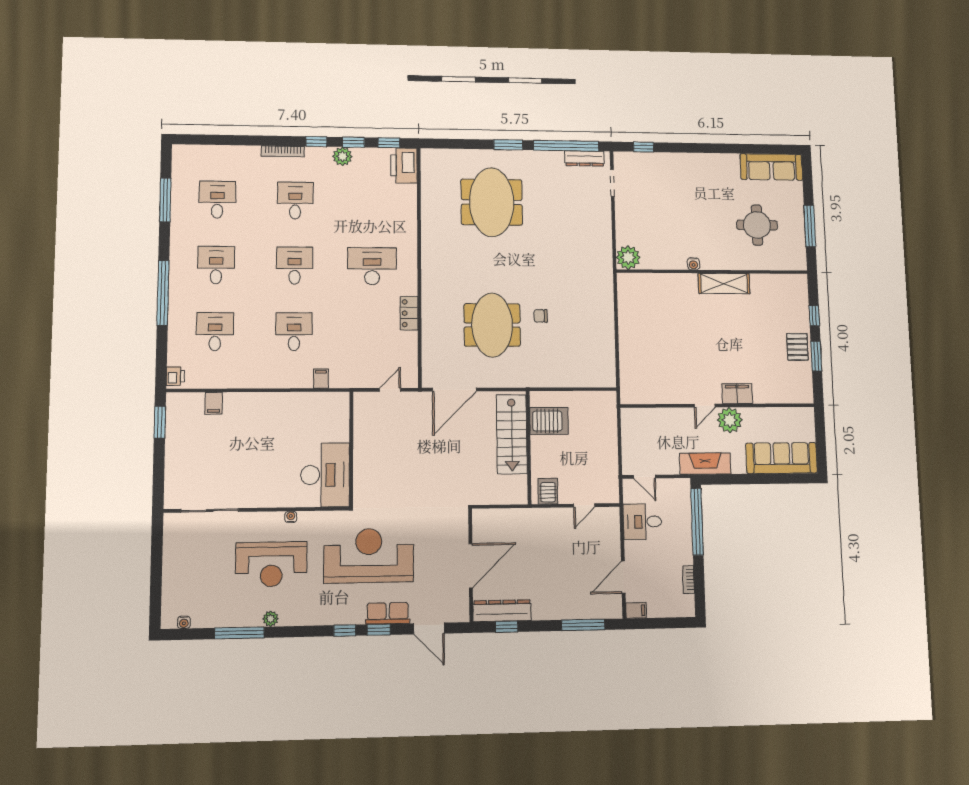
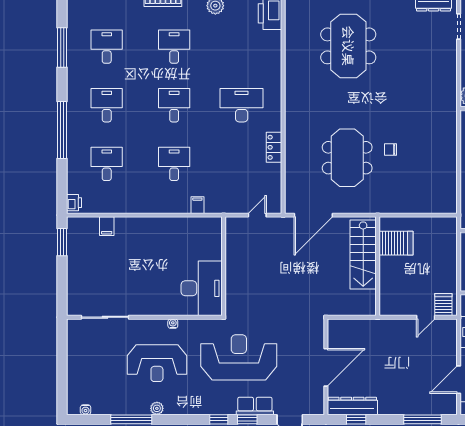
server rack: (548, 491) -> (443, 305), moved

